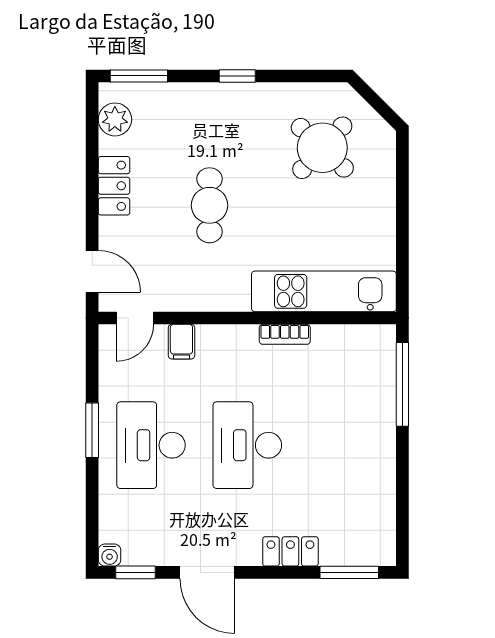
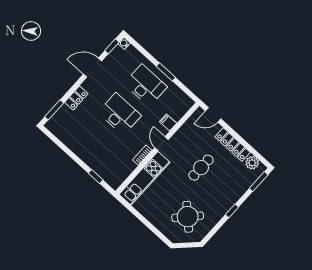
locker: (114, 186) -> (233, 145), width x1.53
cafe table: (210, 205) -> (201, 168), turned 90
door: (135, 318) -> (162, 144), moved
window: (402, 384) -> (96, 177), width x0.46

